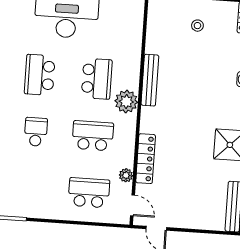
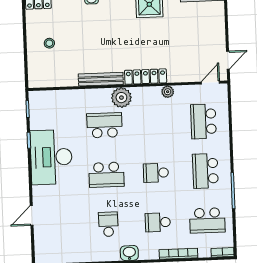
school desk: (93, 136) -> (205, 171), moved
locker: (146, 159) -> (146, 77), moved
plant: (126, 175) -> (168, 92), moved

